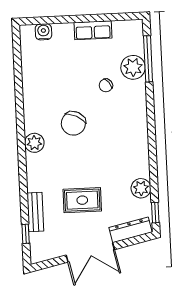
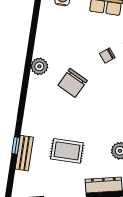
plant: (34, 143) -> (39, 66), moved
window: (26, 234) -> (16, 146), moved

